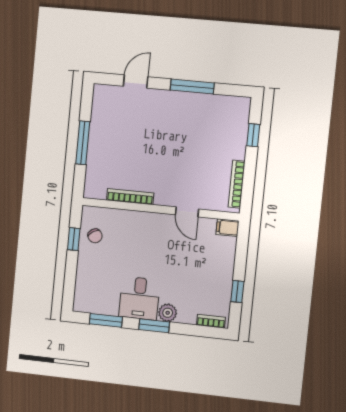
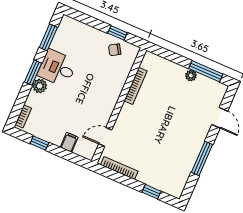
plant: (96, 134) -> (191, 76), added
window: (83, 143) -> (206, 71), moved
door: (187, 212) -> (105, 137), moved
filing cabinet: (228, 228) -> (69, 142), moved

